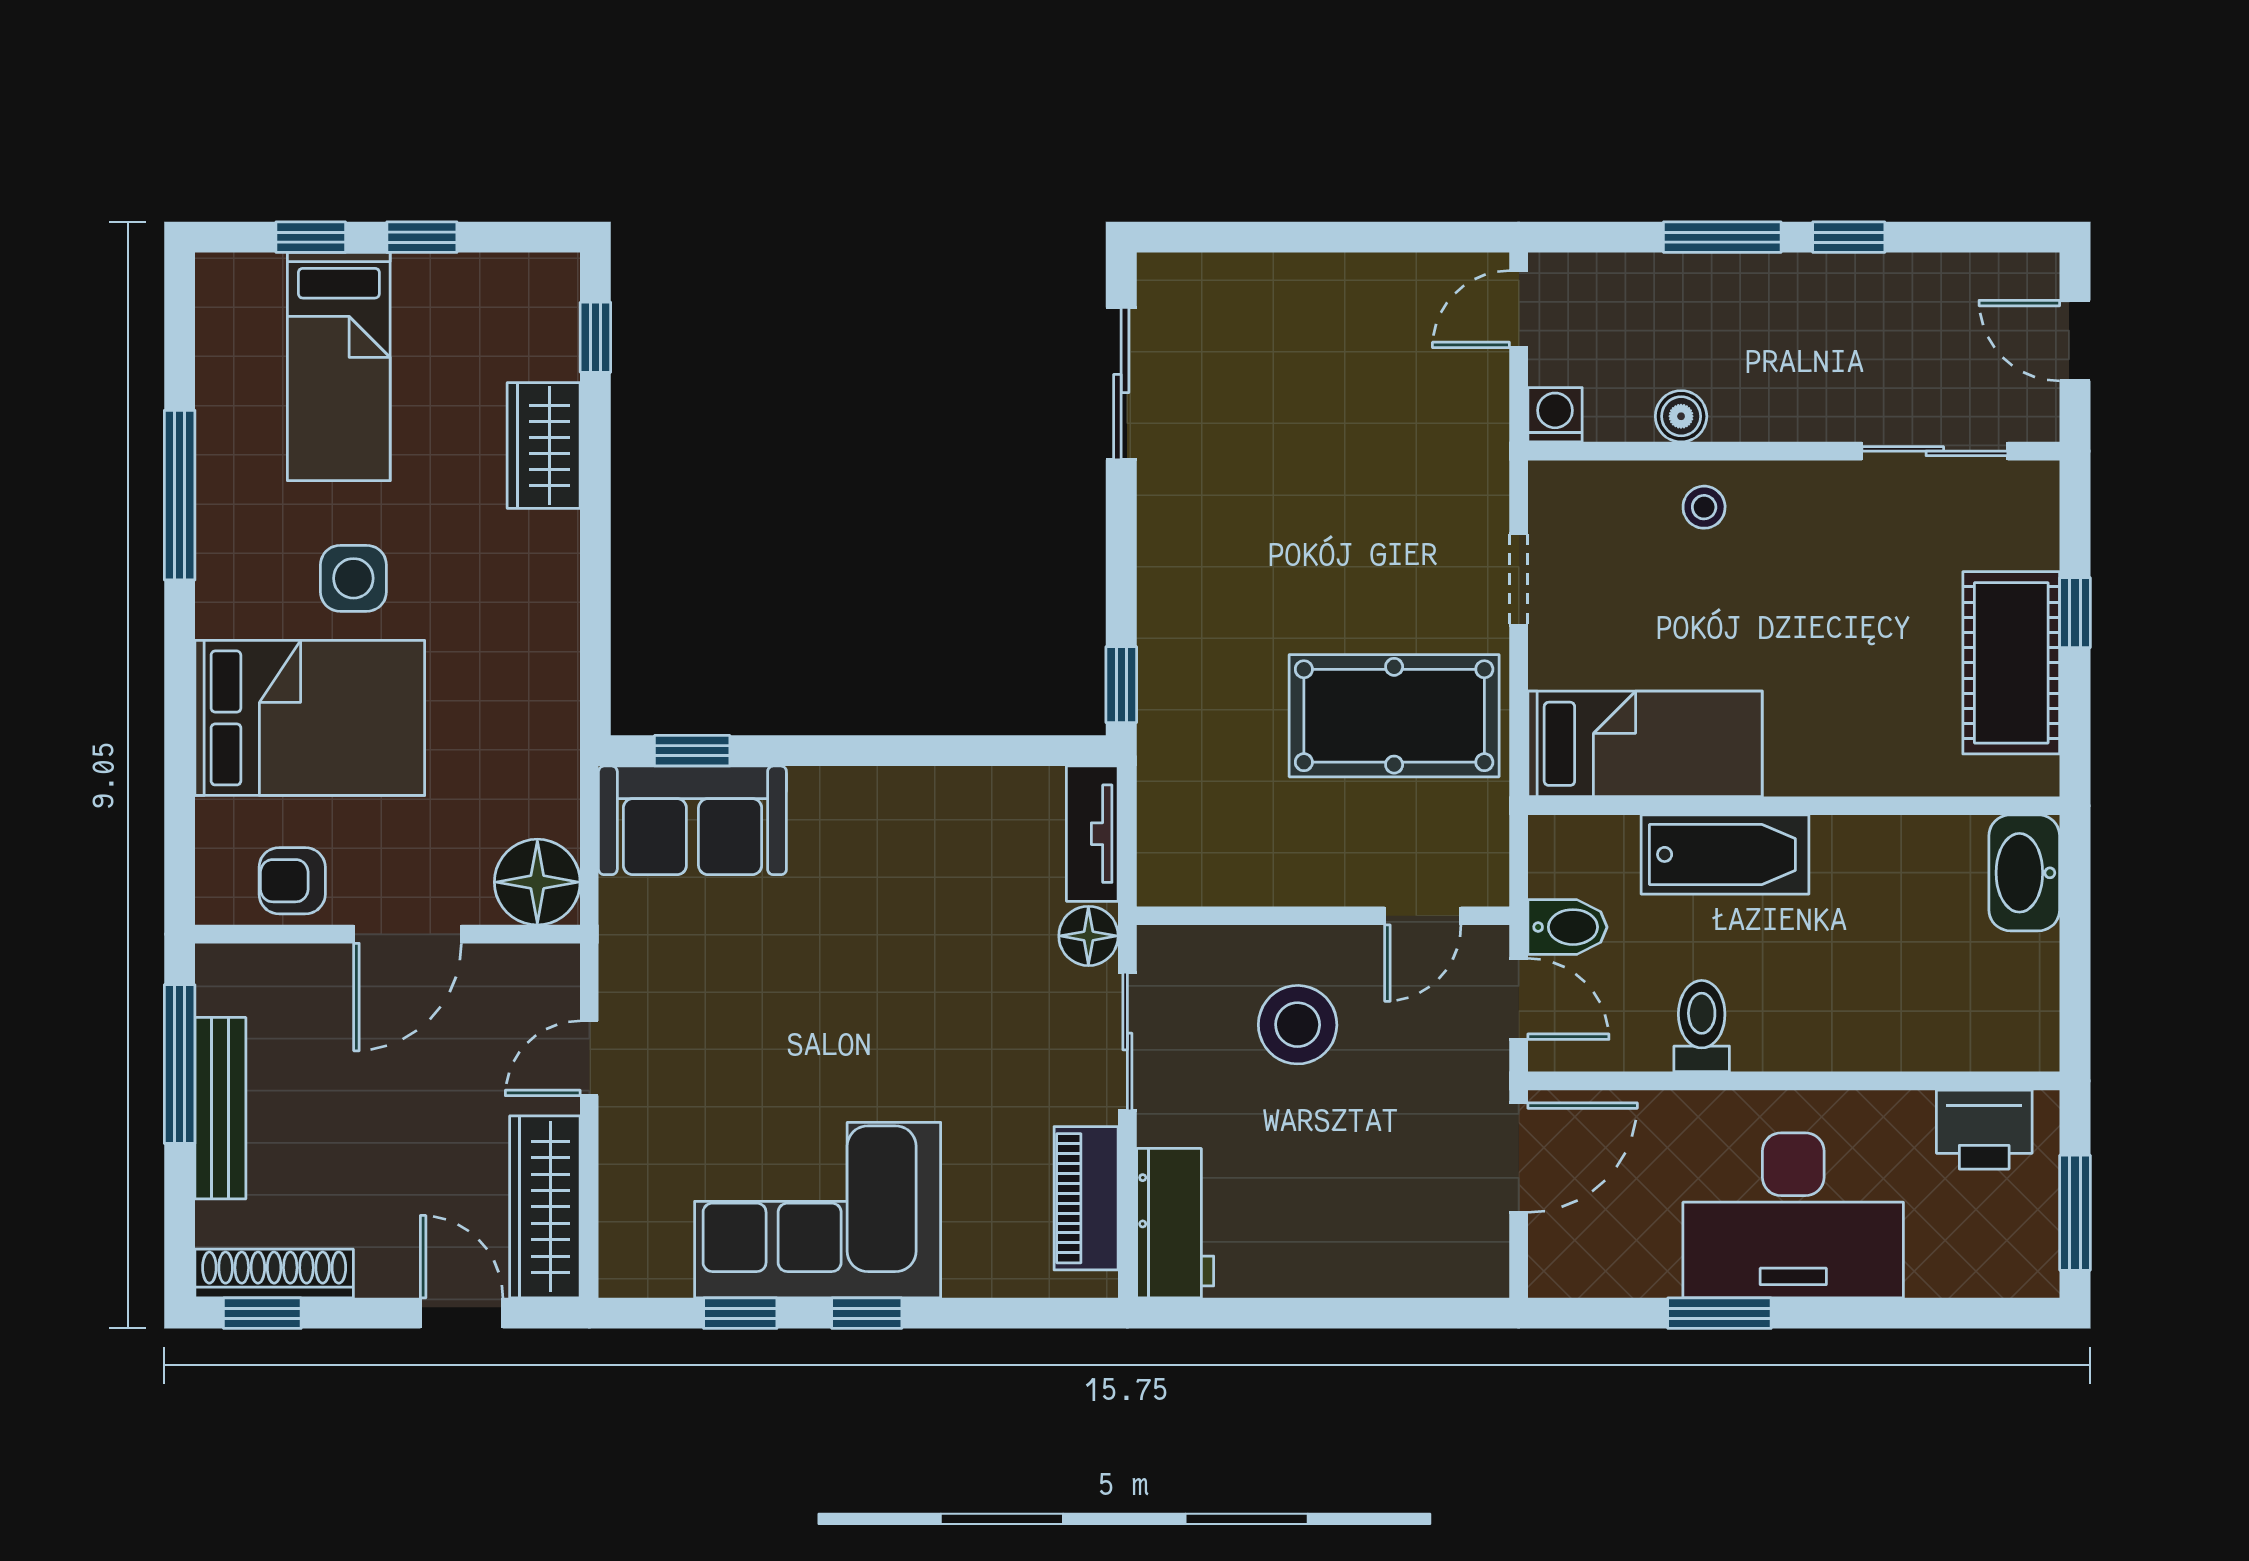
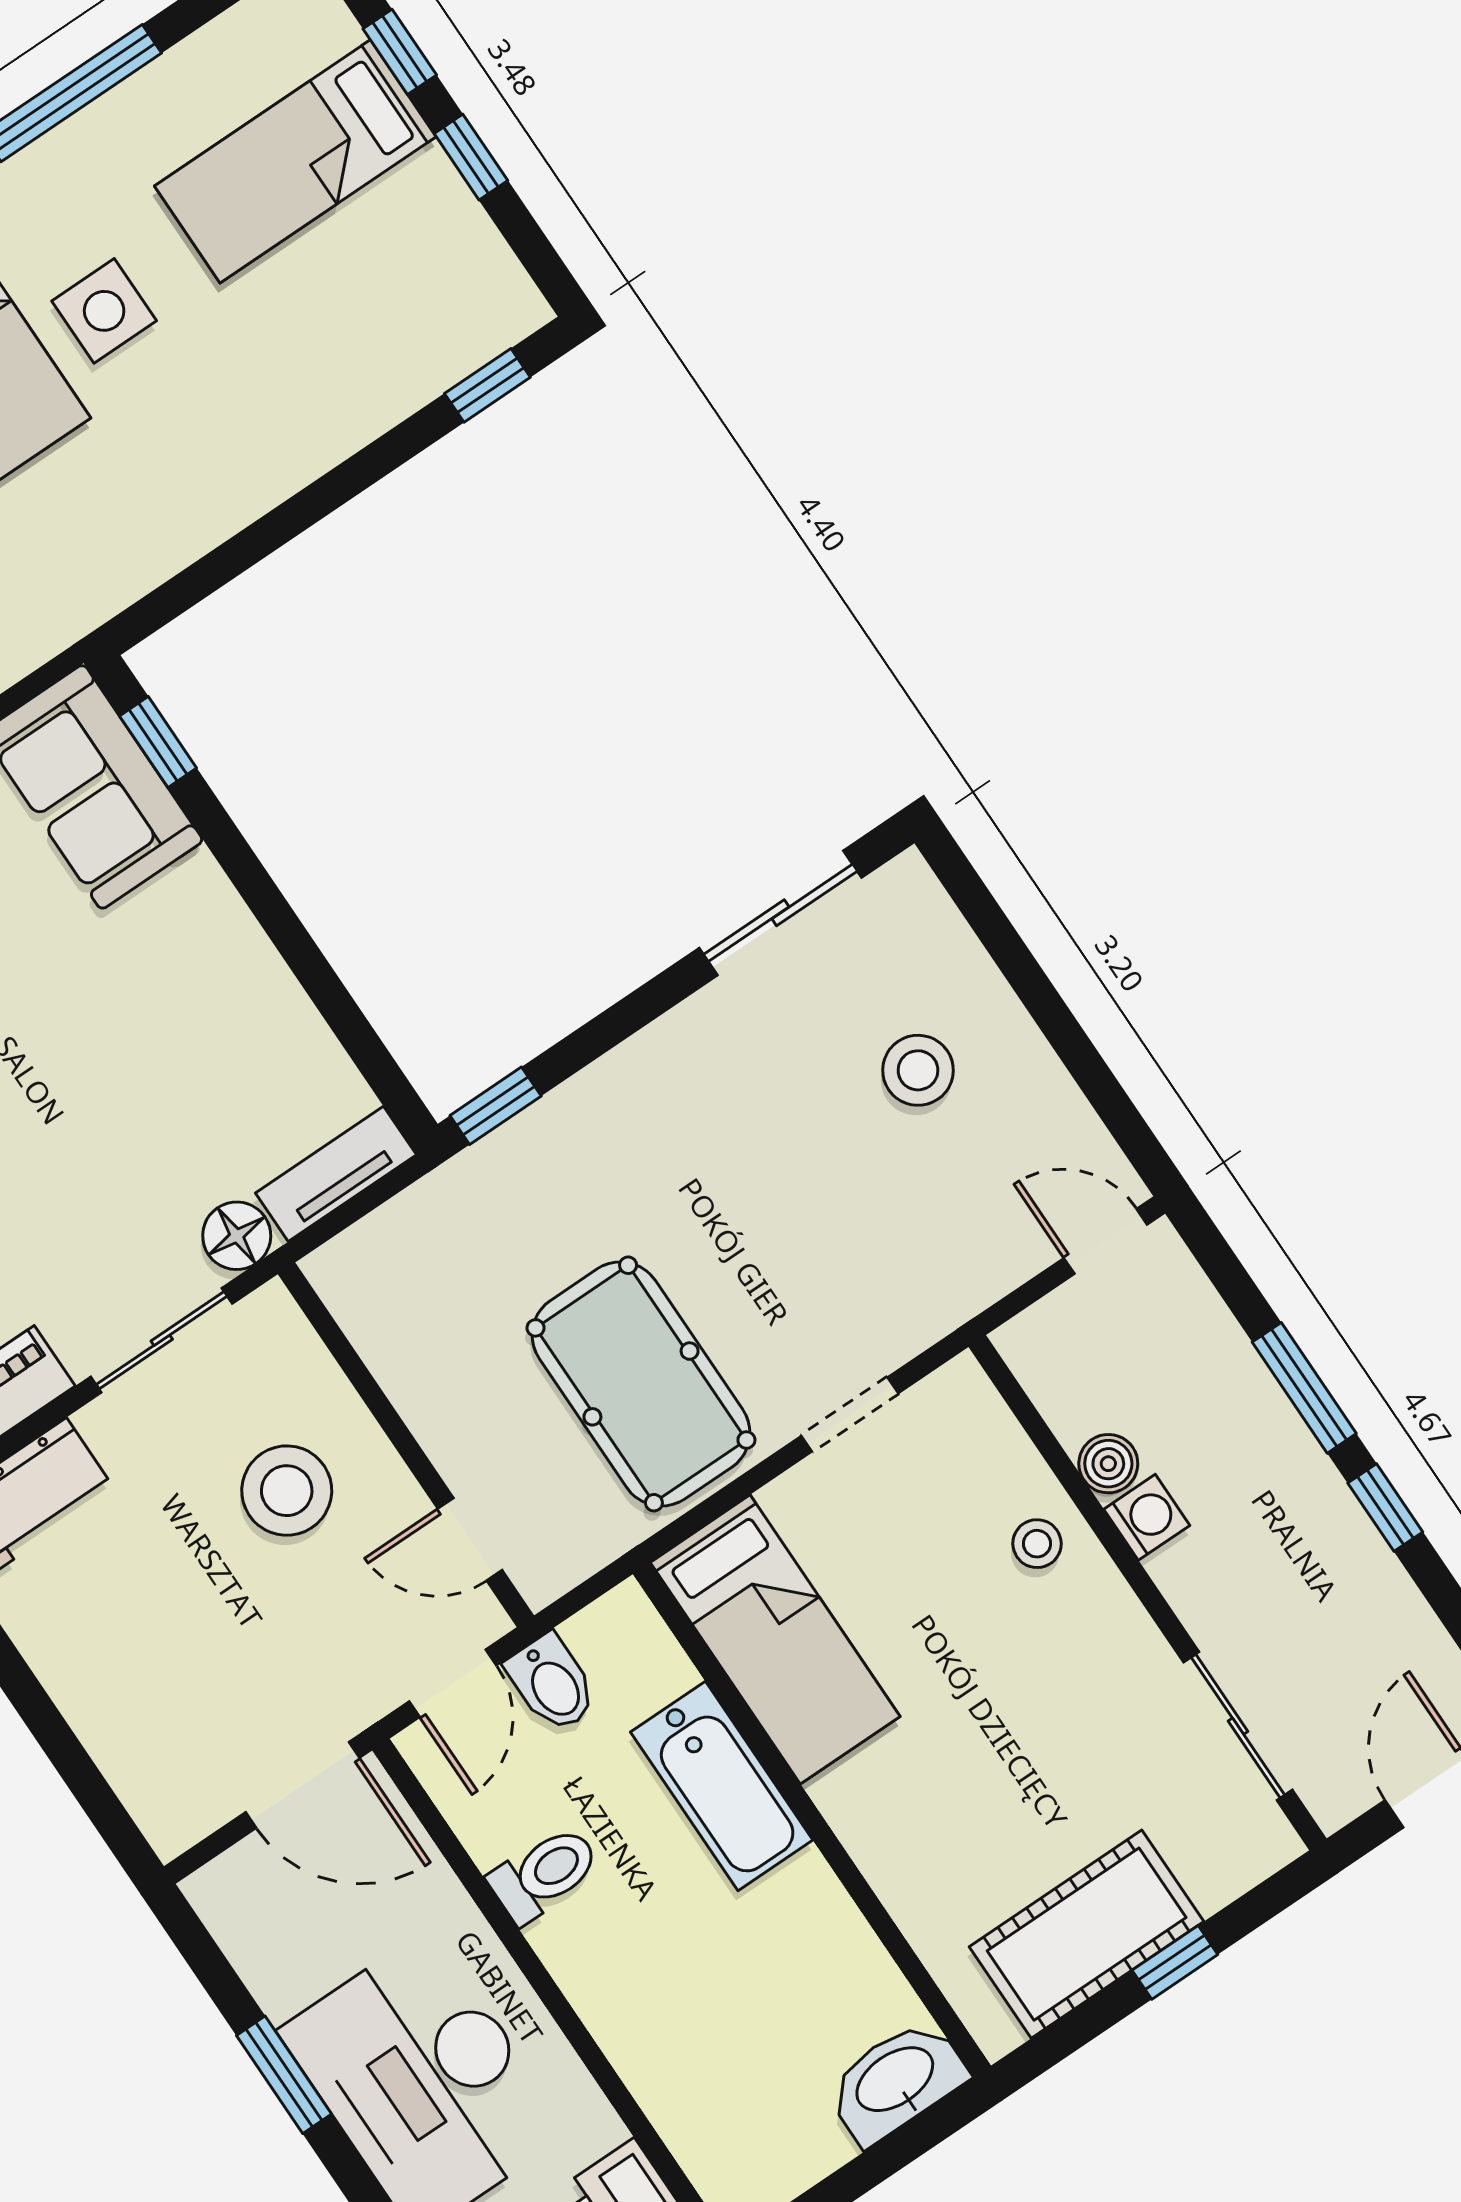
stool: (1303, 361) -> (918, 1070), added
washing machine: (1555, 415) -> (1147, 1517), moved
wardrobe: (544, 446) -> (352, 406), removed

